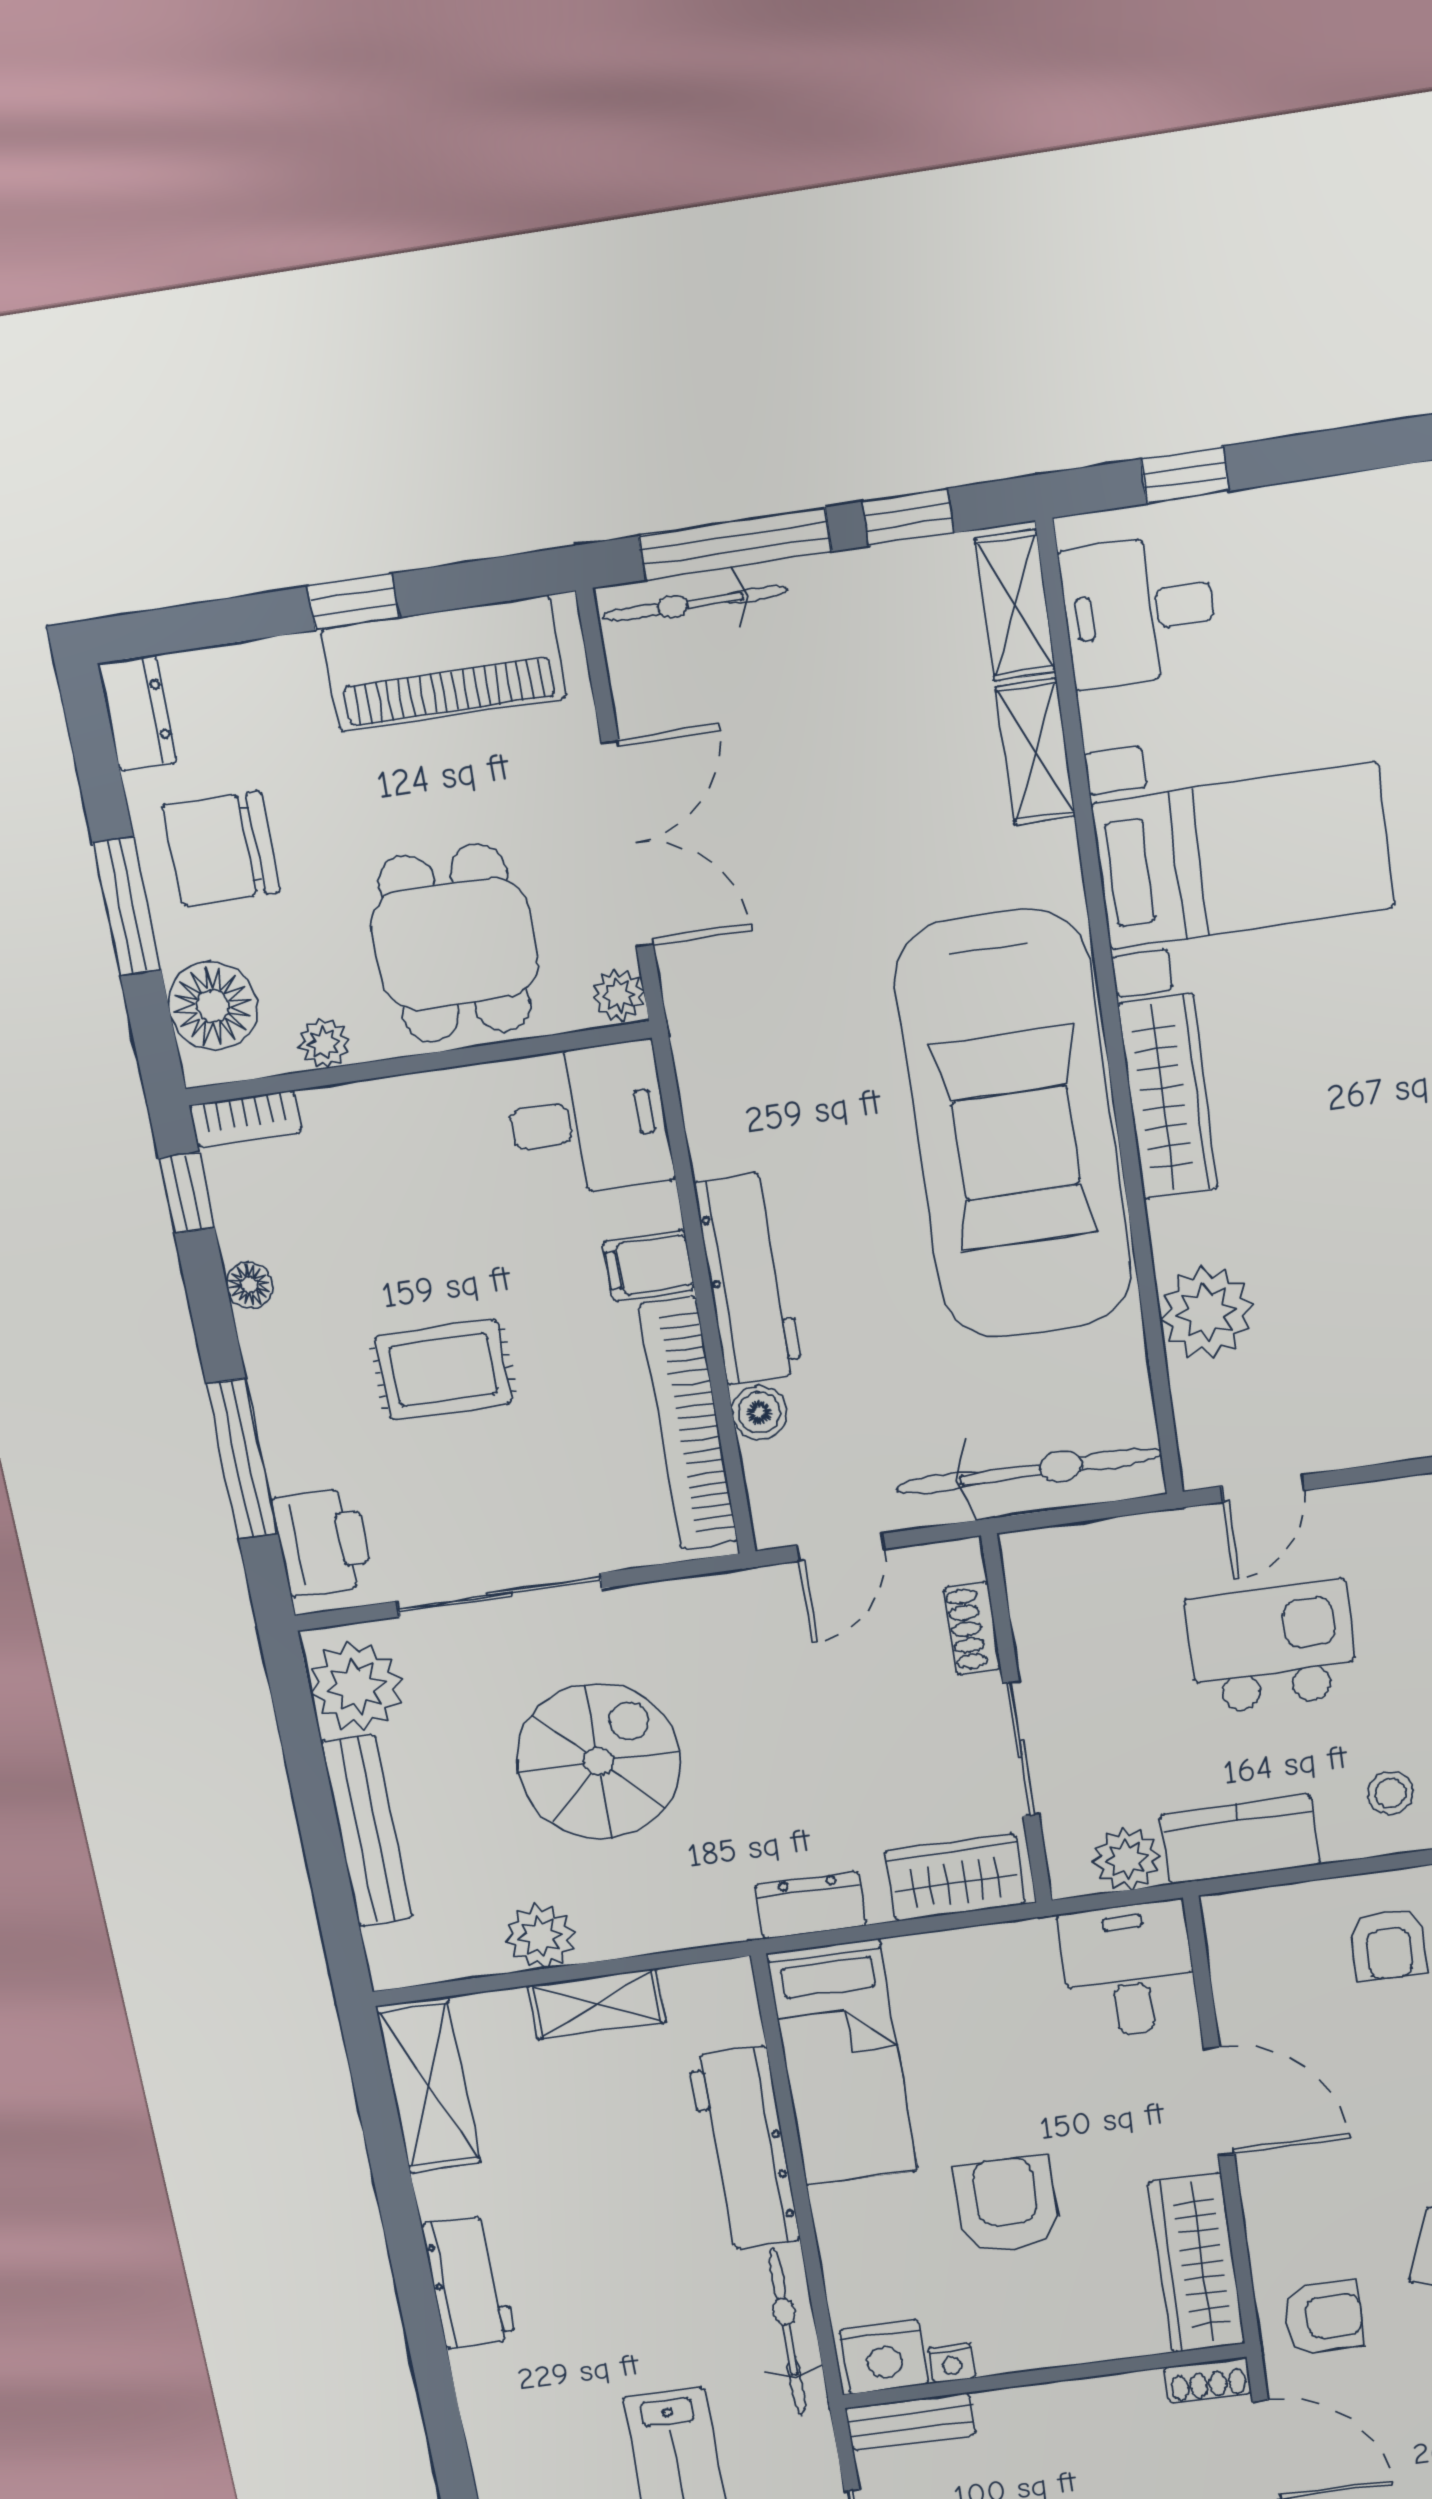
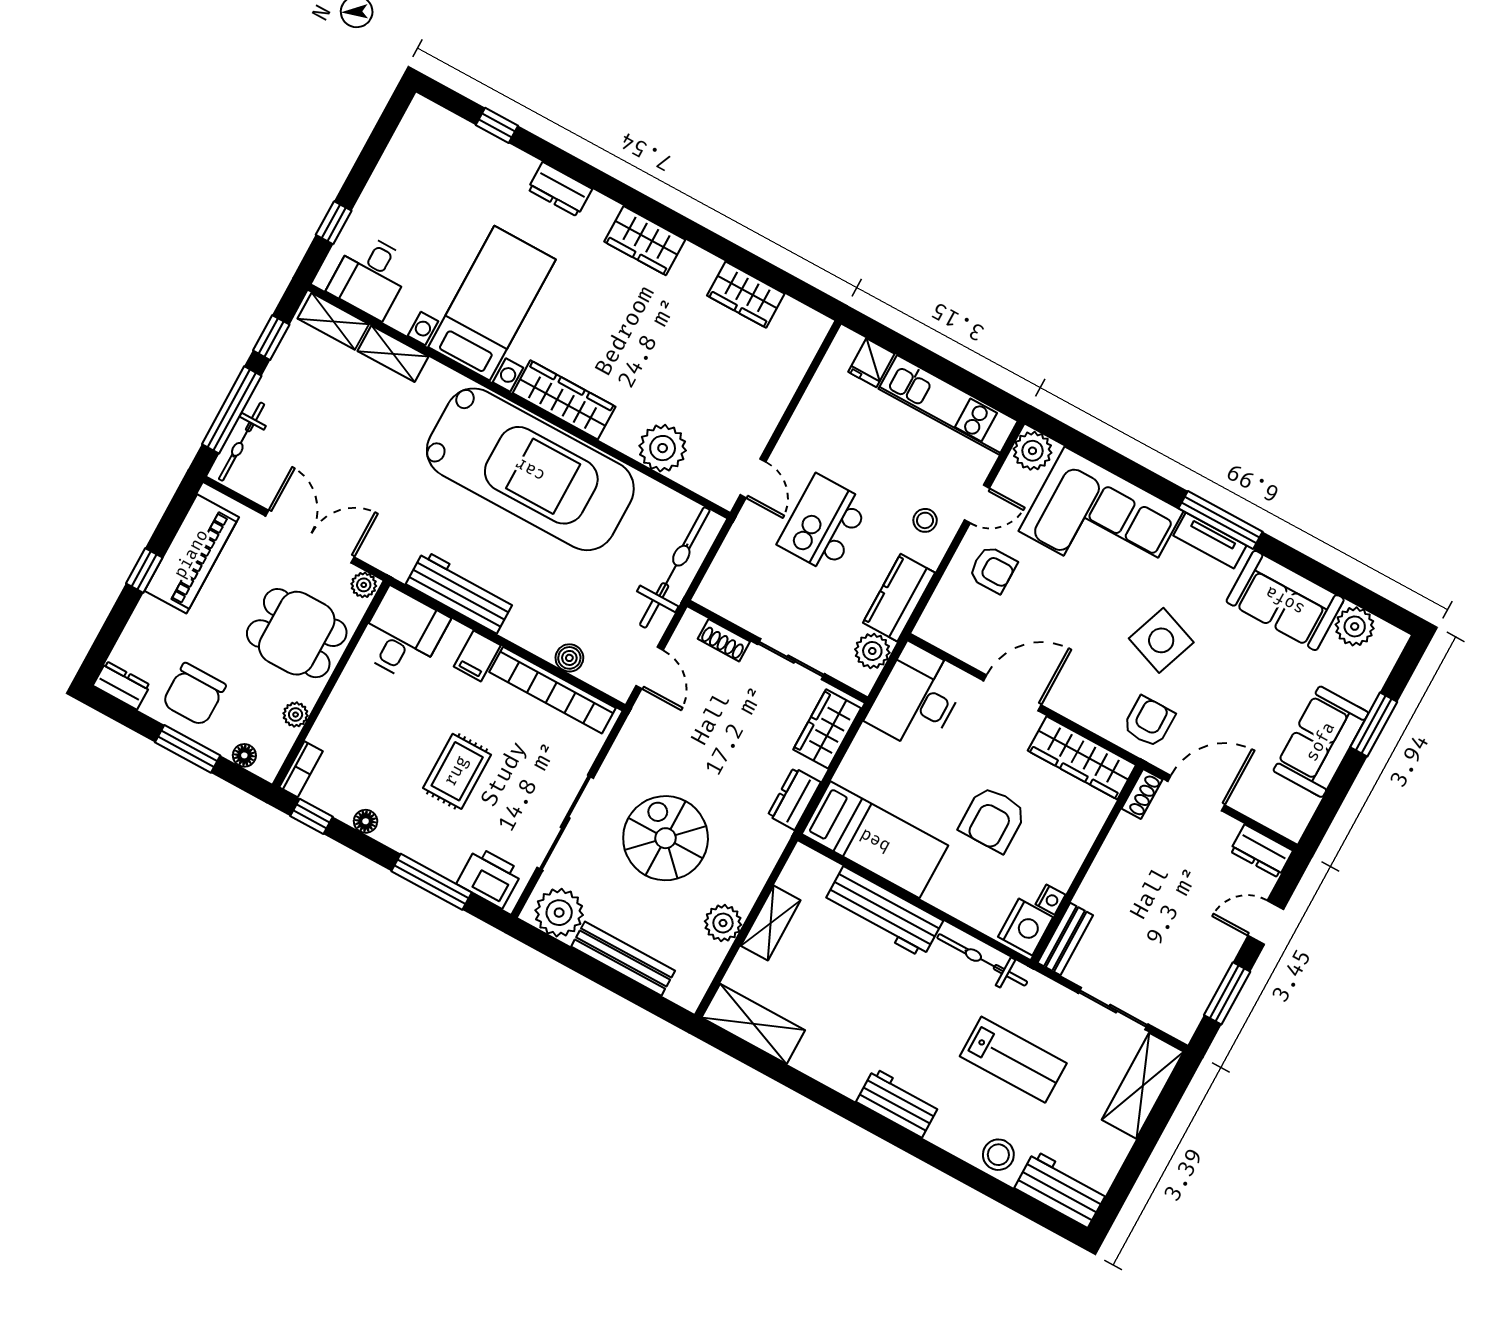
floor lamp: (213, 1006) -> (244, 755), width x0.53, depth x0.53
workbench: (749, 1279) -> (460, 592), moved
desk: (1129, 1970) -> (917, 698), width x1.37
armchair: (1006, 2204) -> (993, 819), turned -90
workbench: (469, 2283) -> (898, 1103), moved

